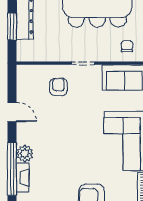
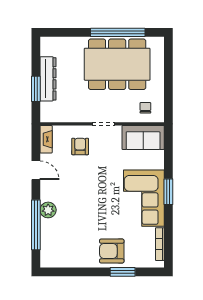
fireplace: (23, 178) -> (46, 139), moved

